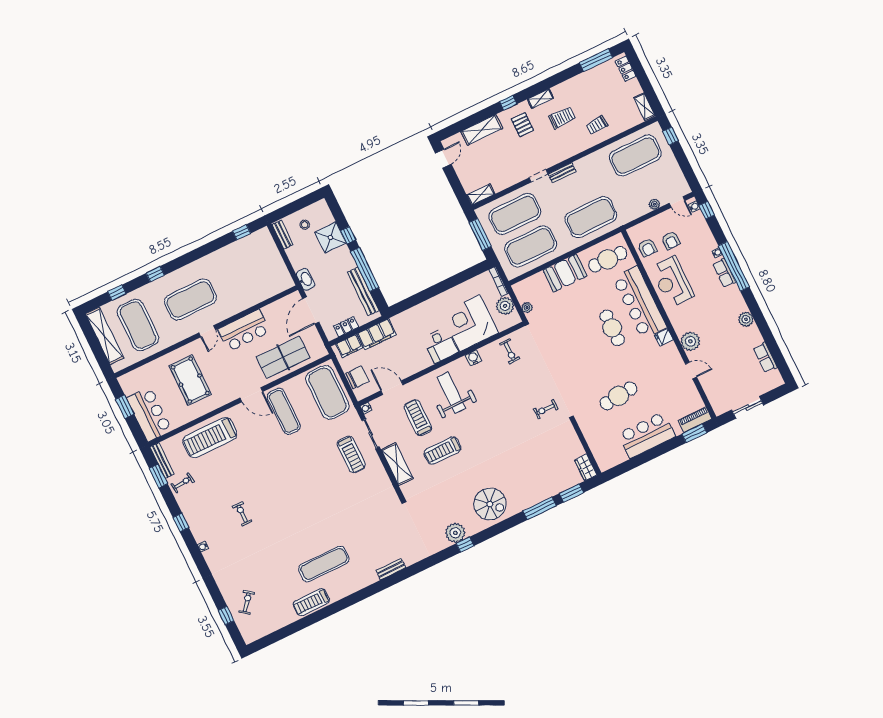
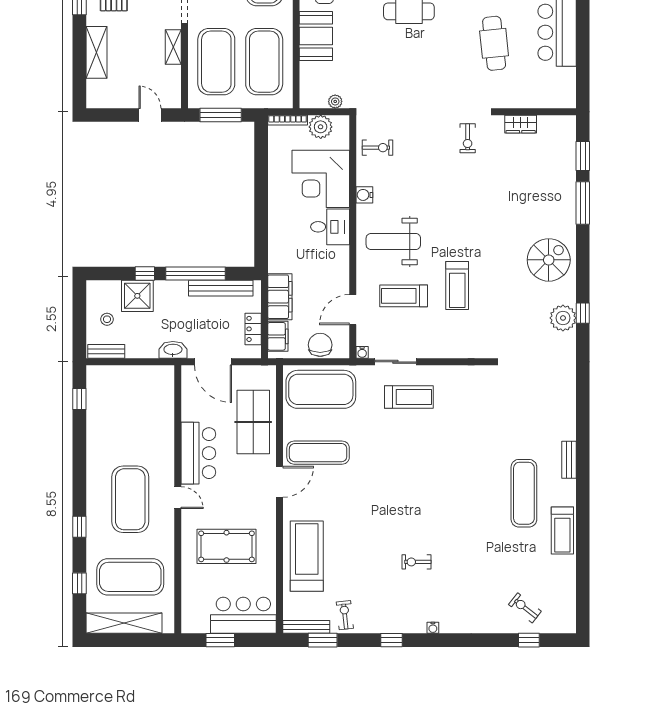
door: (443, 159) -> (150, 115), moved
shelving: (481, 195) -> (173, 47), moved
treadmill: (210, 438) -> (307, 556), turned 180
shelving: (397, 464) -> (447, 348), removed
wardrobe: (586, 467) -> (521, 124), moved
bench: (391, 569) -> (569, 460), moved

